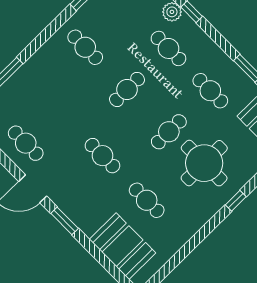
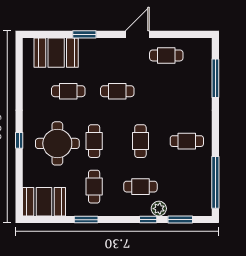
cafe table: (210, 91) -> (94, 187), turned 90
window: (65, 221) -> (84, 34), moved

